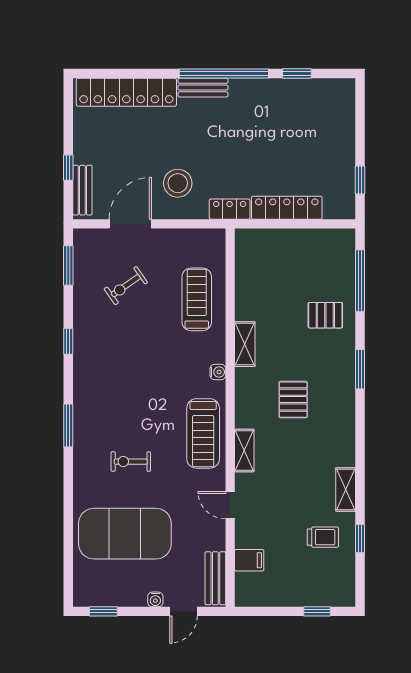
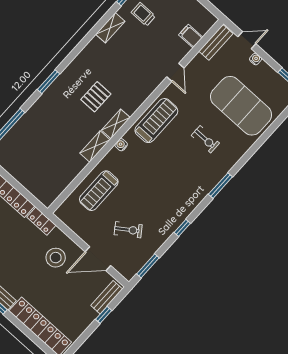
pallet: (325, 315) -> (41, 124), removed
shelving: (244, 451) -> (116, 124), moved

